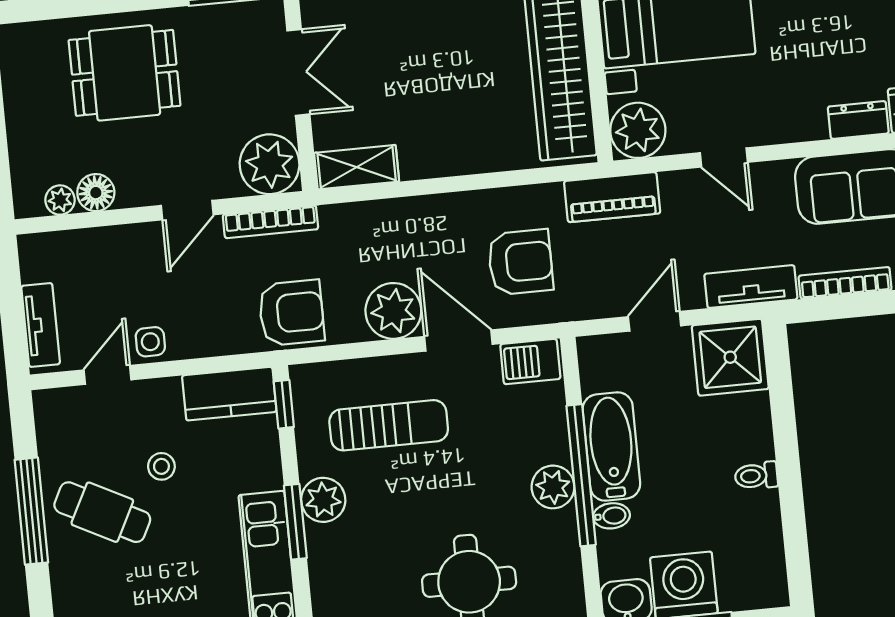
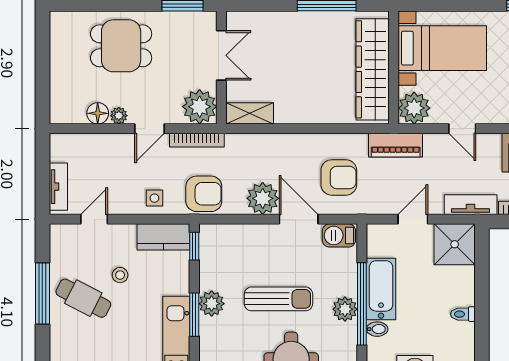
plant: (60, 200) -> (119, 116), moved
side table: (150, 342) -> (154, 198), moved
sun lounger: (389, 425) -> (278, 299), moved

